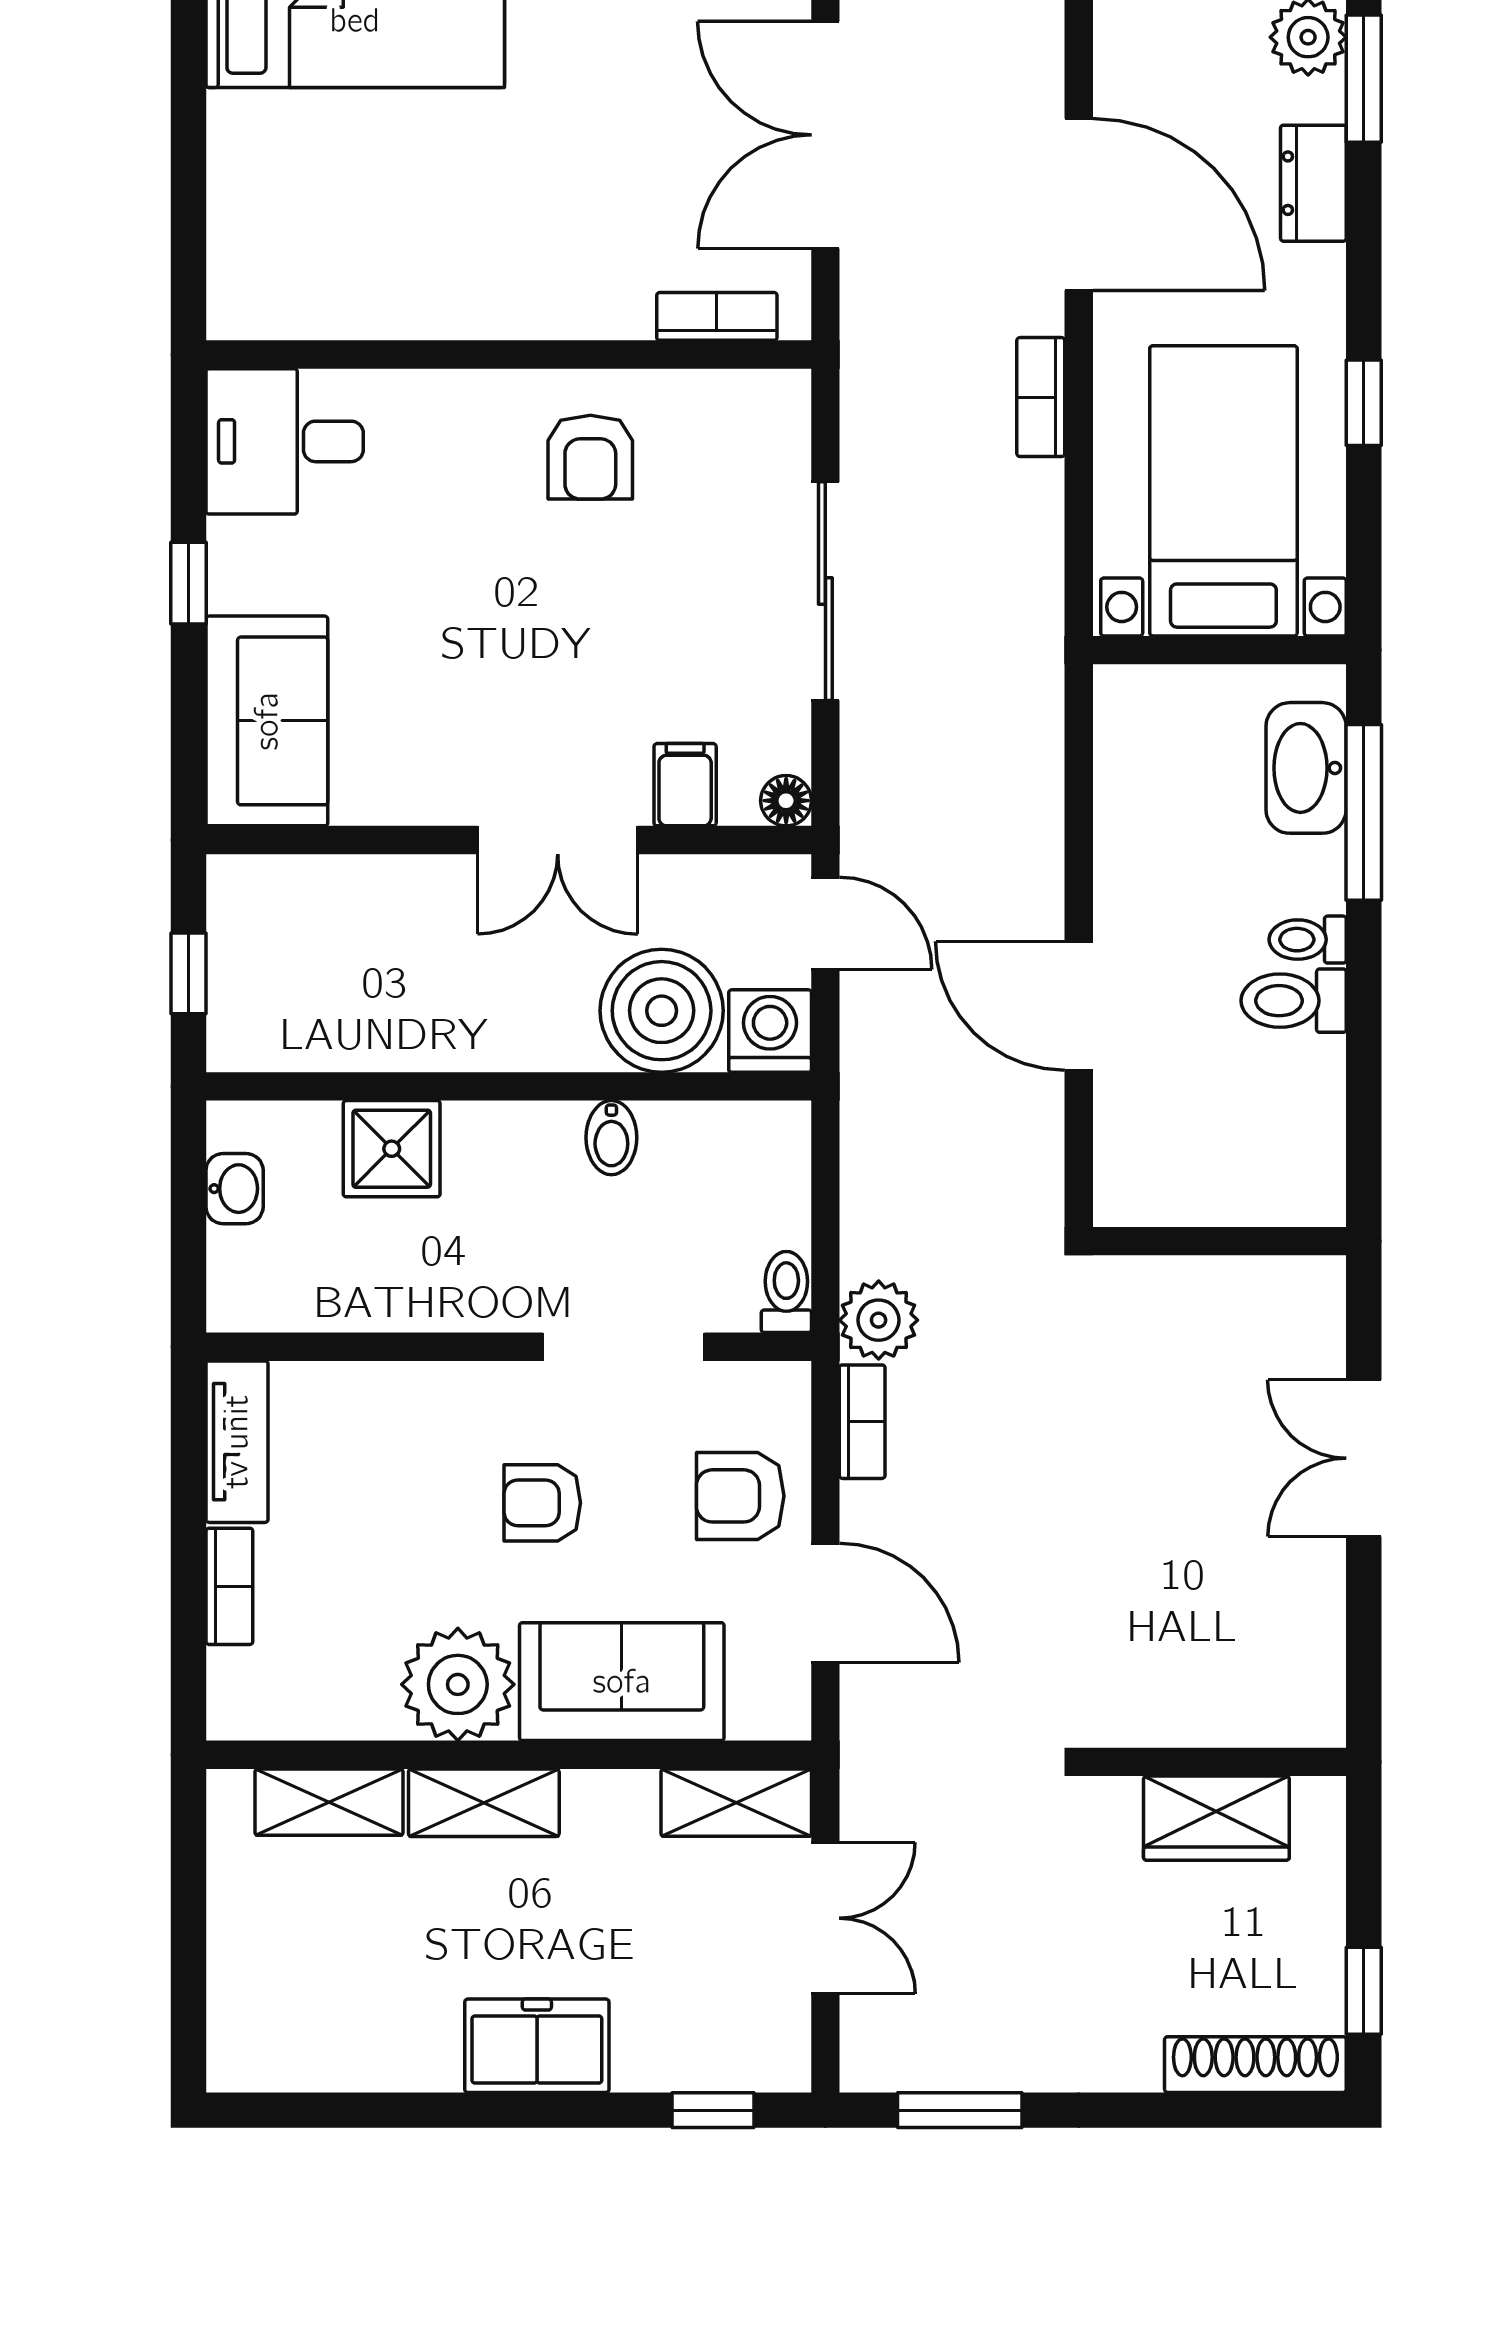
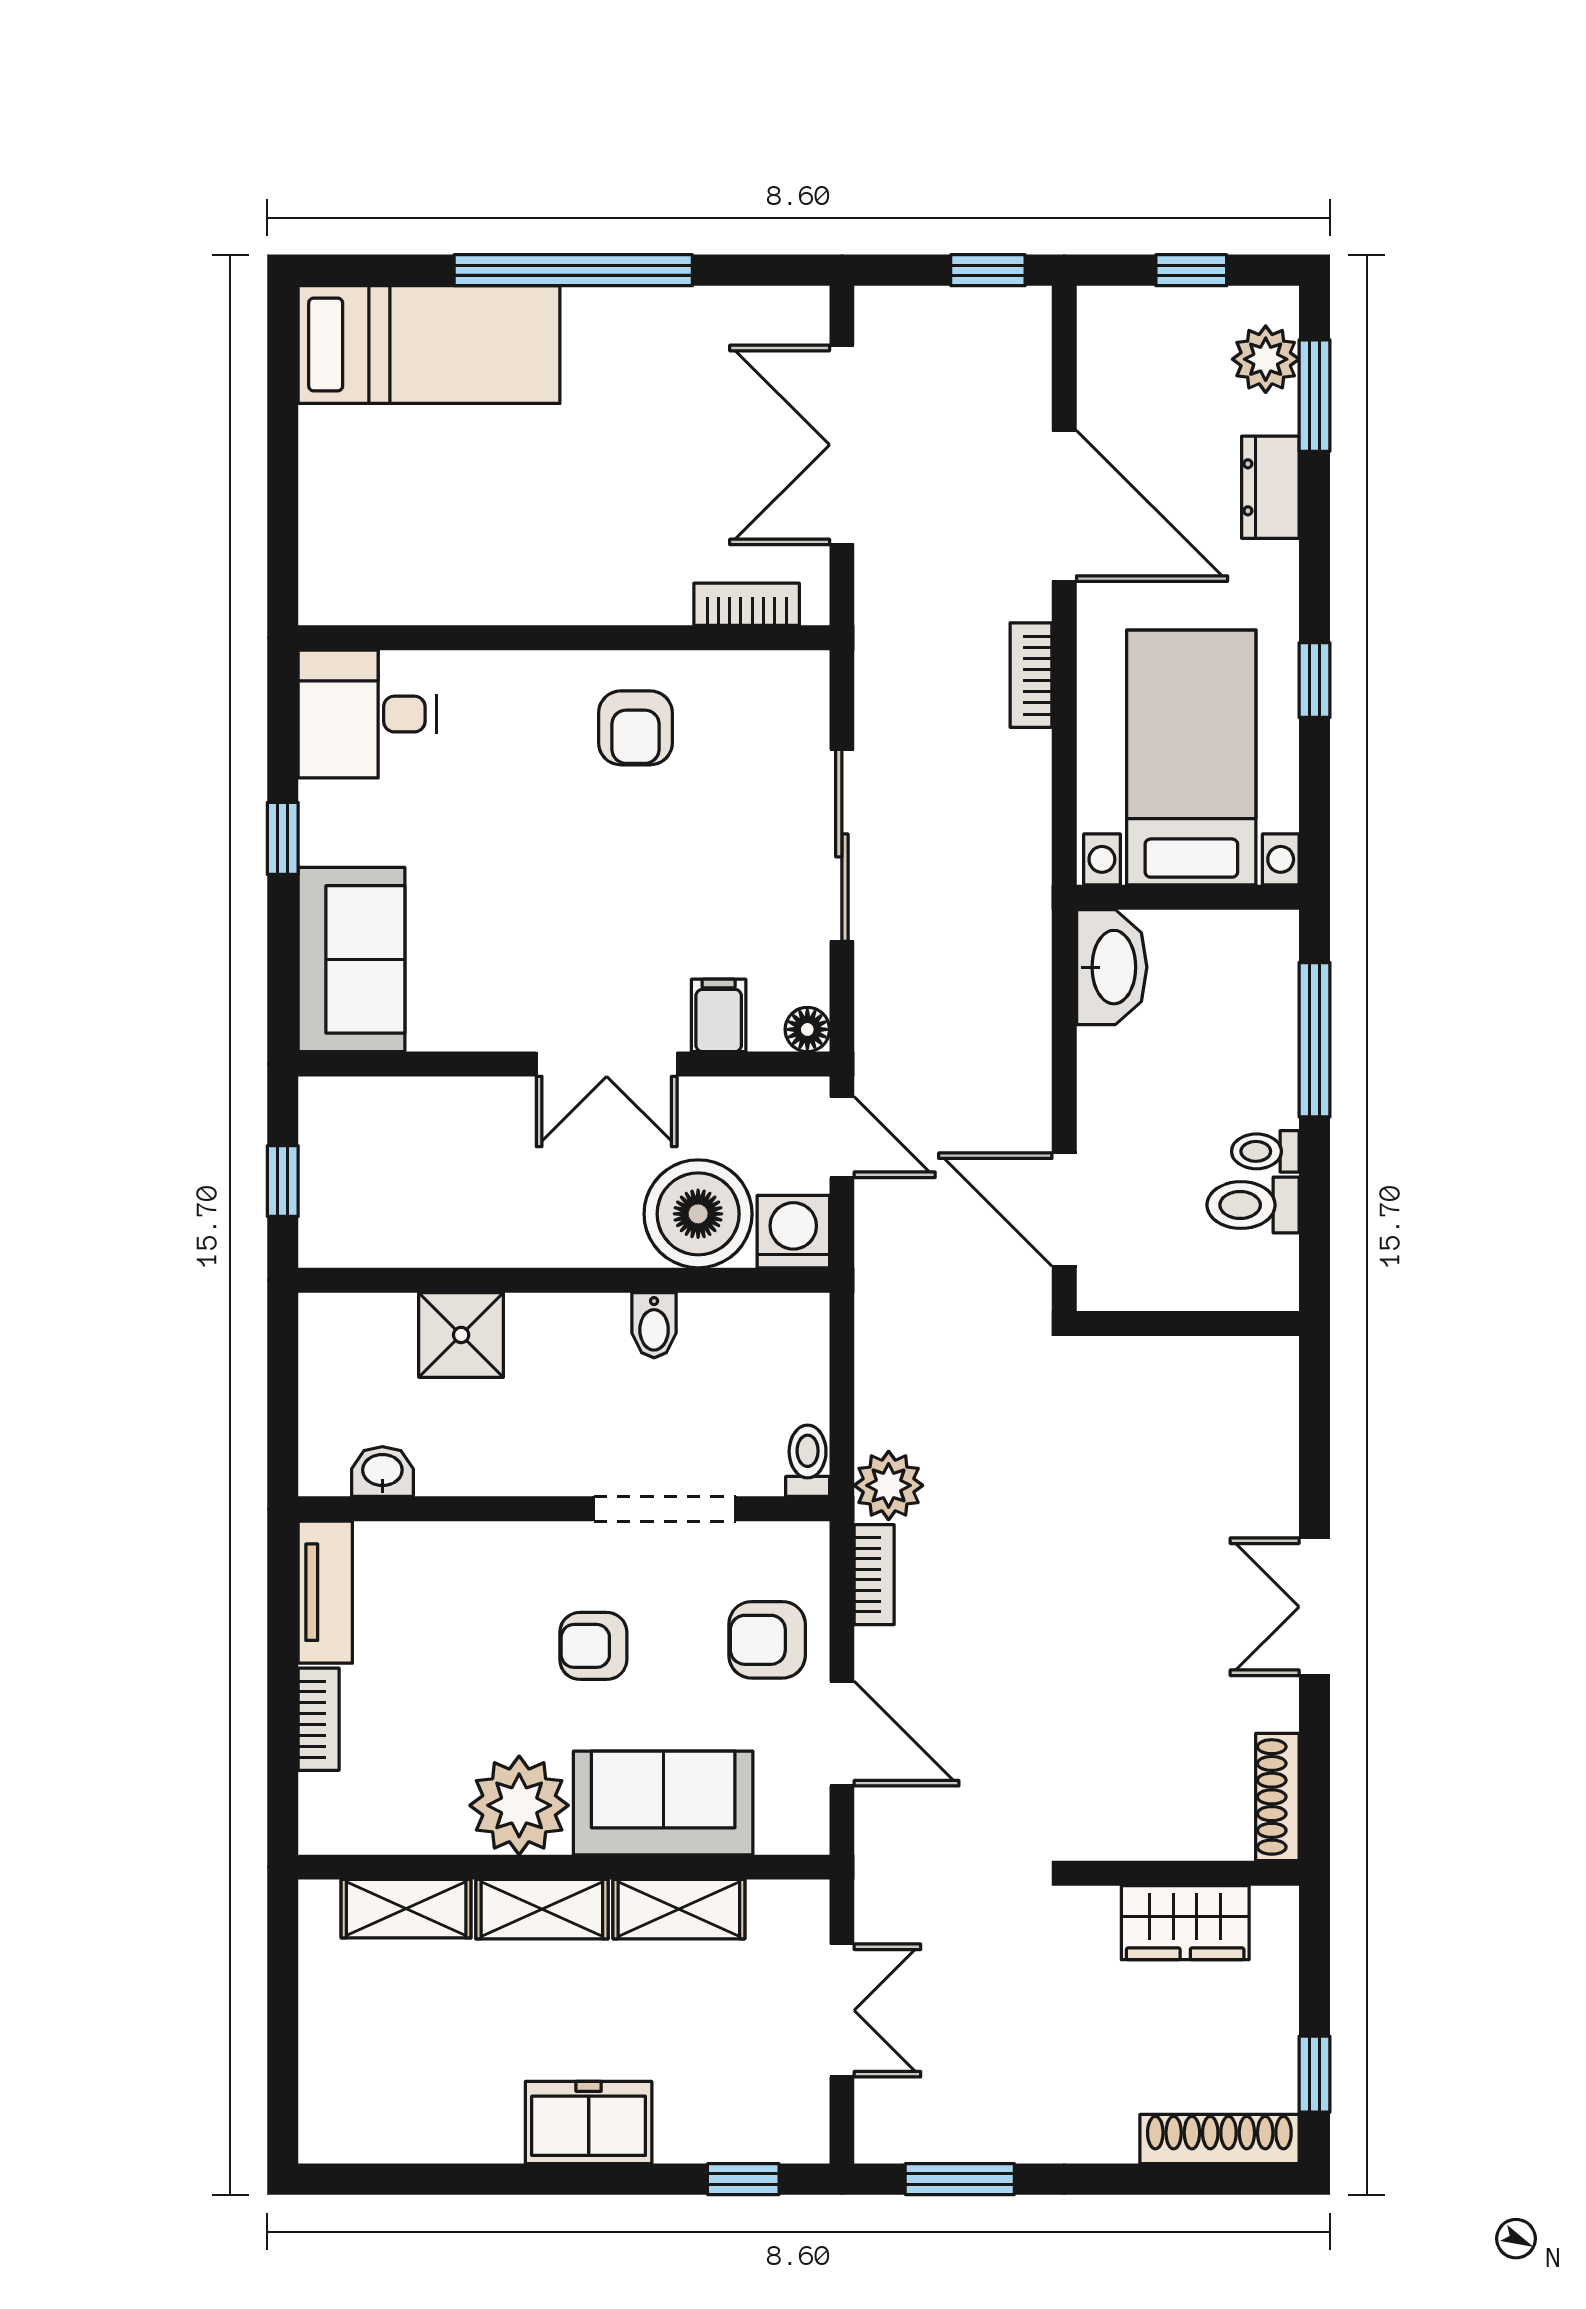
washbasin: (1306, 768) -> (1112, 967), moved, turned 180
washbasin: (235, 1189) -> (382, 1471), moved, turned -90
wall: (1219, 1241) -> (1188, 1323), moved
shoe rack: (1321, 1675) -> (1277, 1797), added
shelving: (736, 1803) -> (679, 1909), moved

